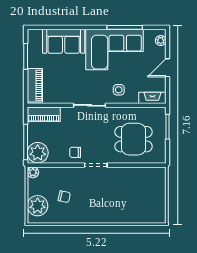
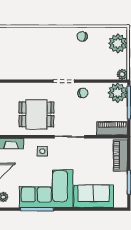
dining table: (134, 139) -> (36, 114), moved
chair: (64, 197) -> (82, 37), moved

